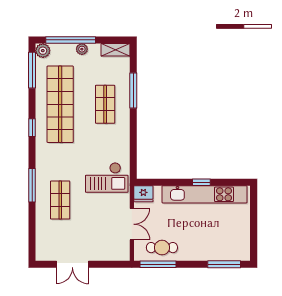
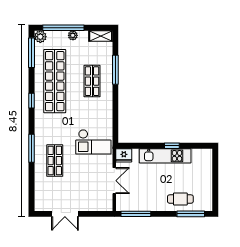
kitchen unit: (205, 194) -> (165, 156), width x0.73
cafe table: (162, 248) -> (180, 199), moved

